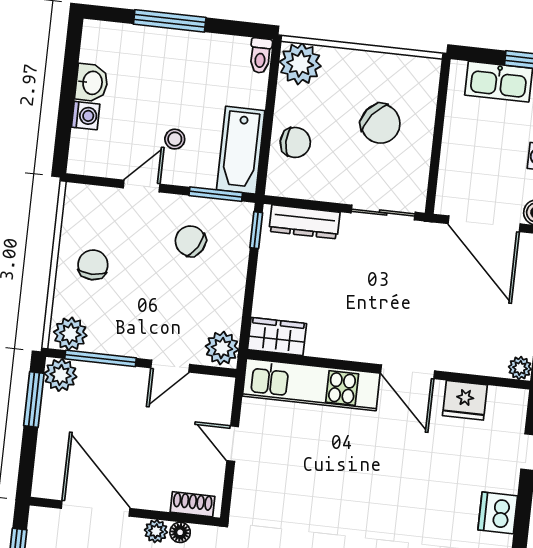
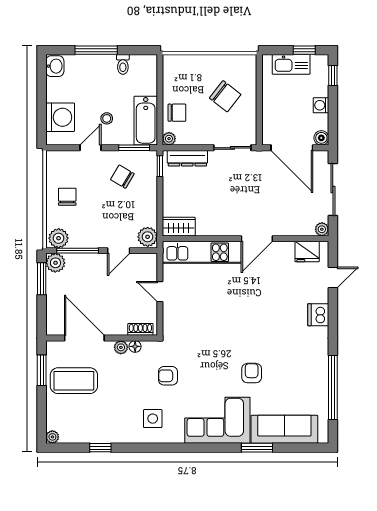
toilet: (260, 56) -> (123, 64), moved
plant: (300, 64) -> (169, 139), moved, width x0.53, depth x0.53
washbasin: (92, 83) -> (55, 66), moved
washing machine: (86, 116) -> (60, 117), width x1.89, depth x1.89
door: (408, 372) -> (257, 239), hinge flipped
fridge: (465, 400) -> (307, 252), moved

